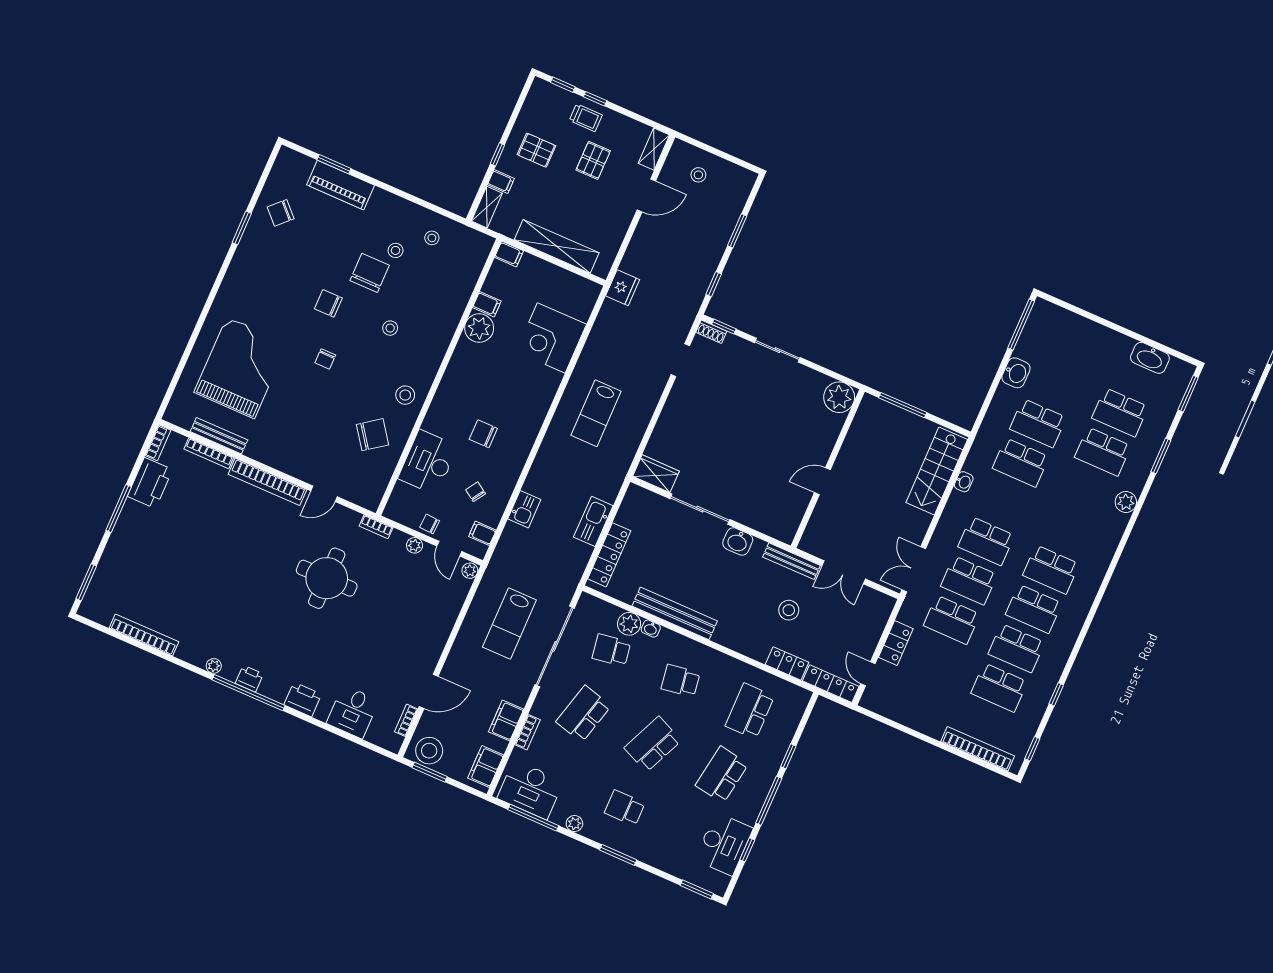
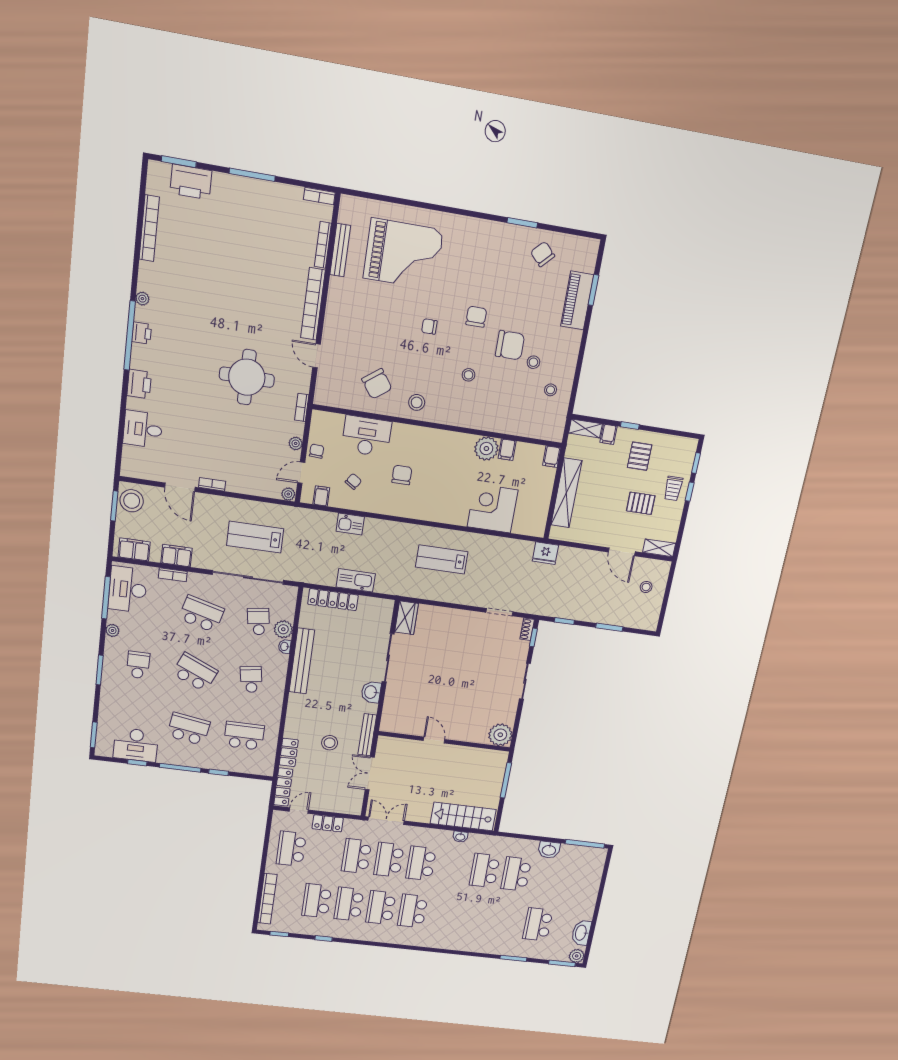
school desk: (1103, 452) -> (291, 849), moved
printer: (150, 483) -> (191, 182), moved
plant: (1126, 502) -> (577, 956), moved
bookcase: (406, 720) -> (212, 484), moved

